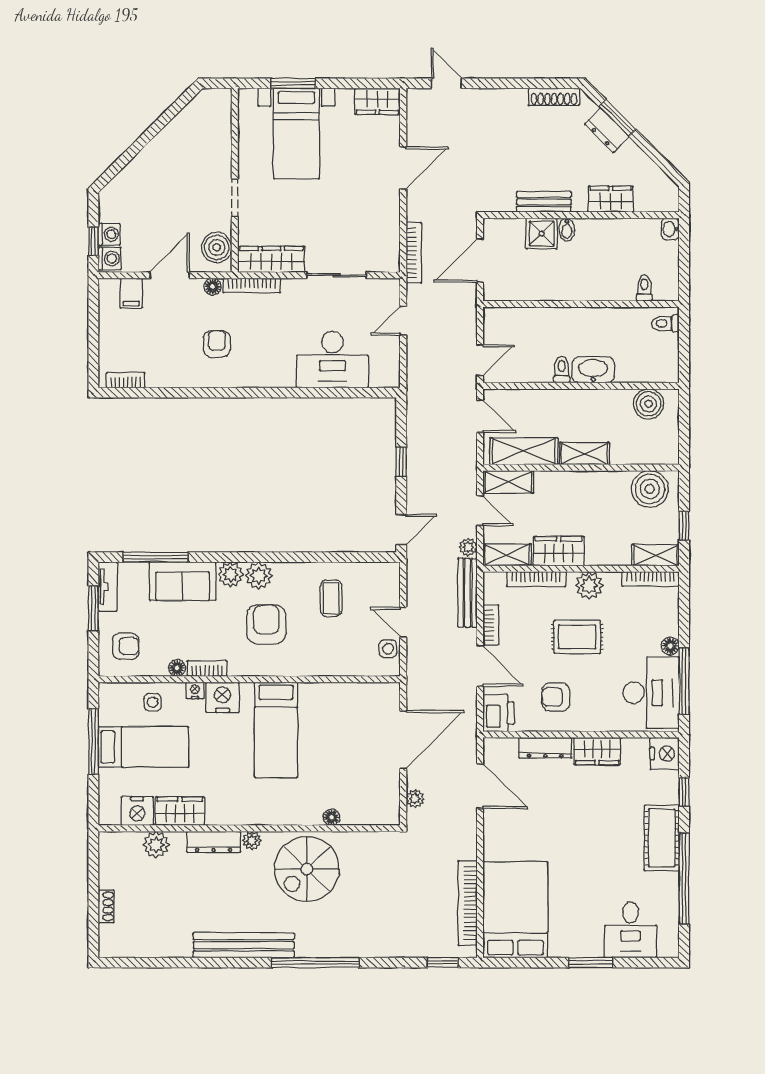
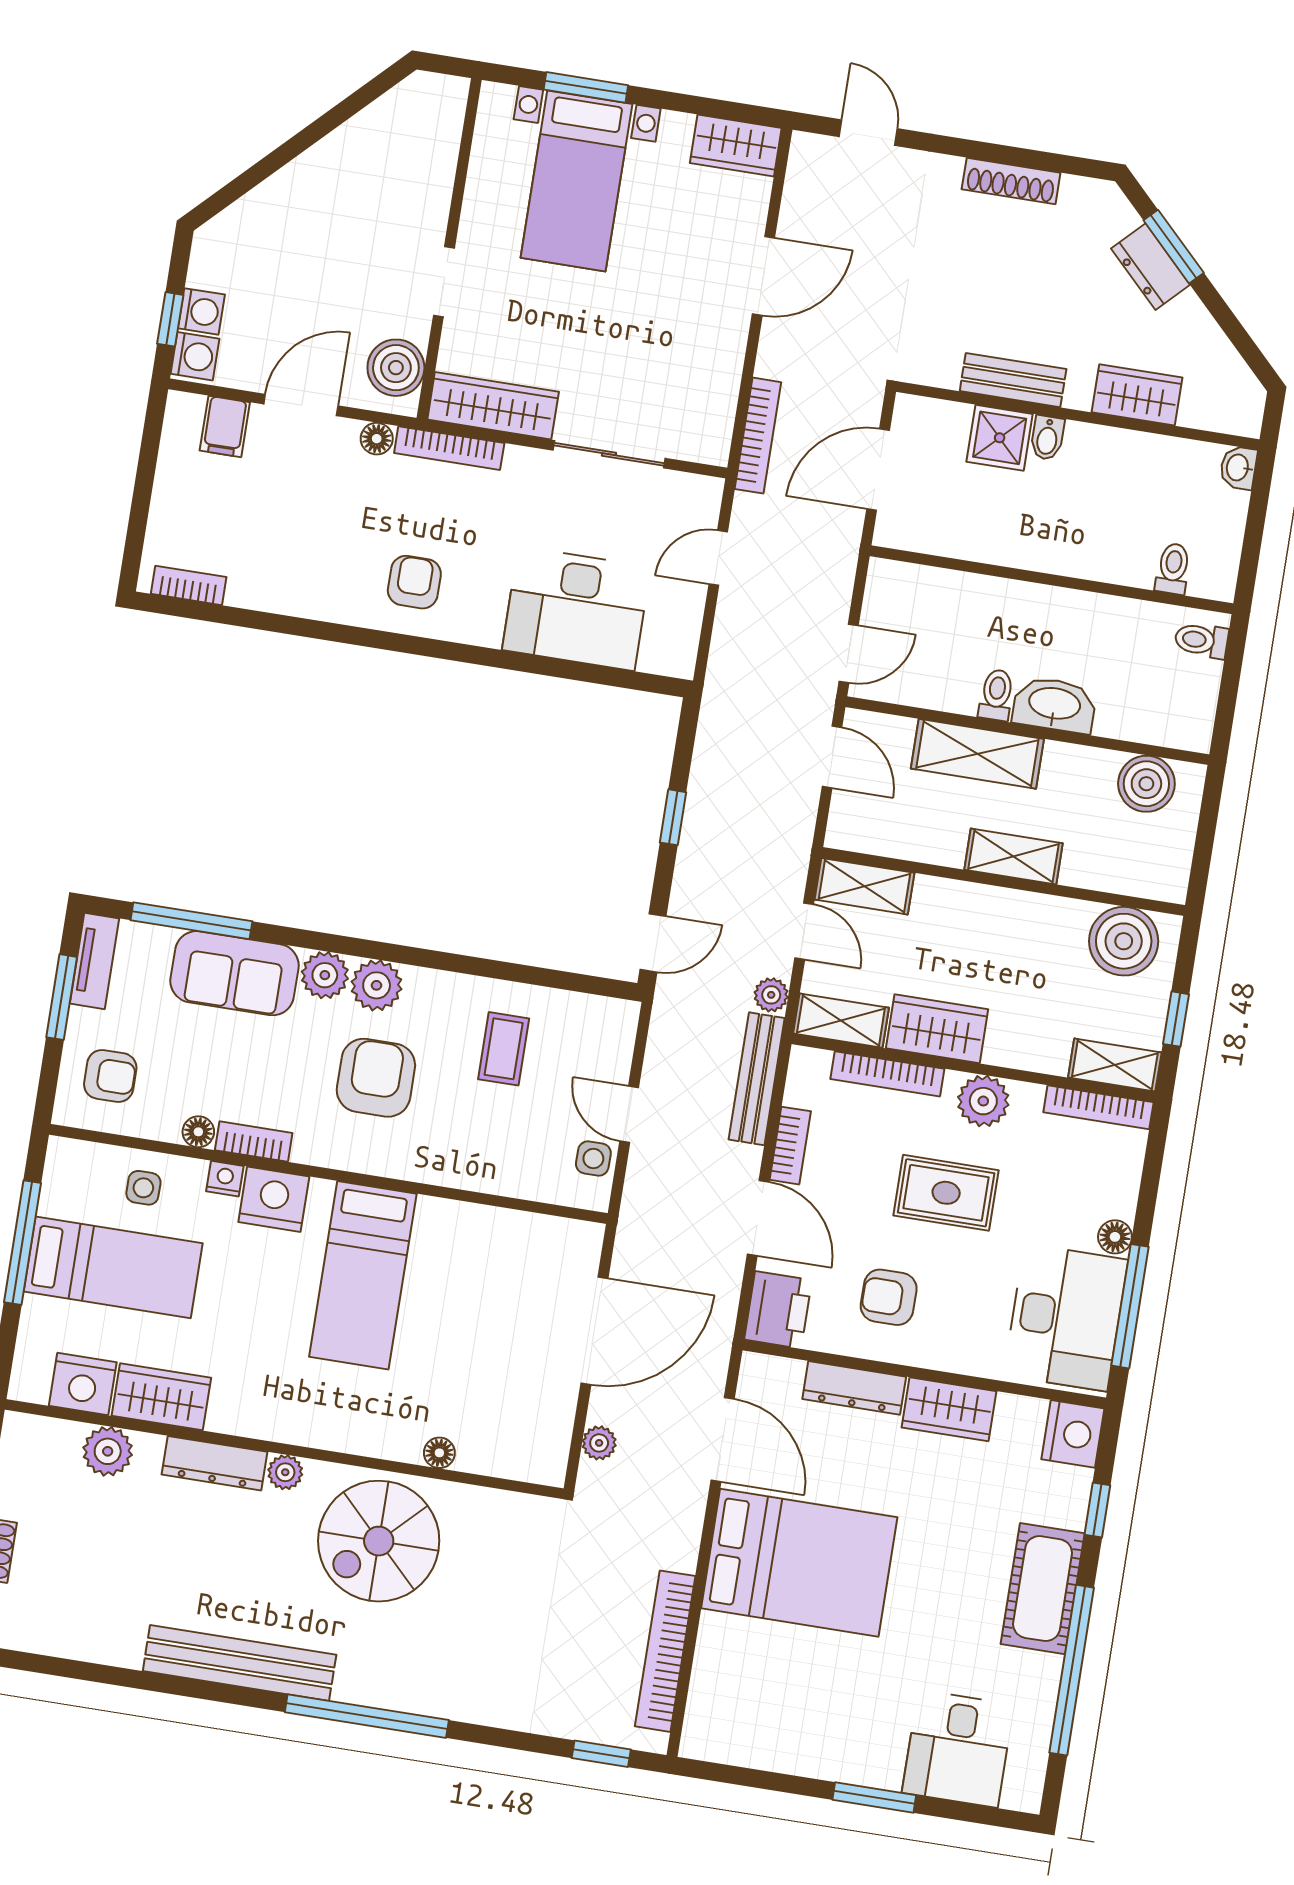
shoe rack: (554, 97) -> (1011, 181), moved
armchair: (217, 344) -> (414, 582), moved
shelving: (524, 451) -> (977, 754), moved
bed: (515, 910) -> (799, 1563), moved, turned 90

